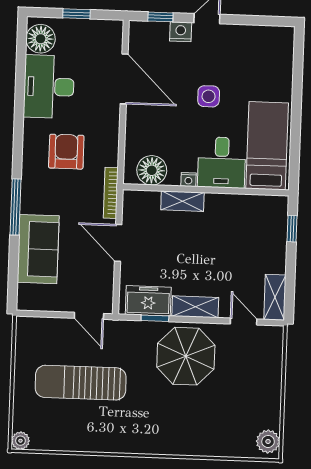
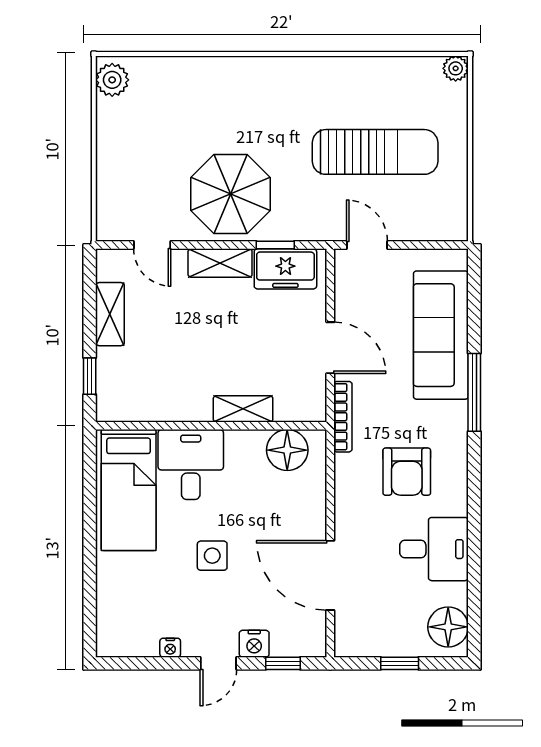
desk: (49, 87) -> (434, 549), width x0.73
nightstand: (188, 180) -> (170, 648), moved, turned 180
sofa: (38, 249) -> (441, 335), width x1.36
shelving: (275, 297) -> (110, 314), moved

